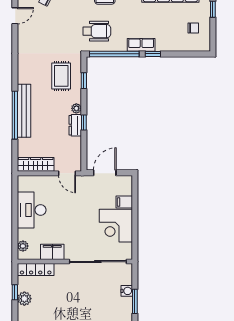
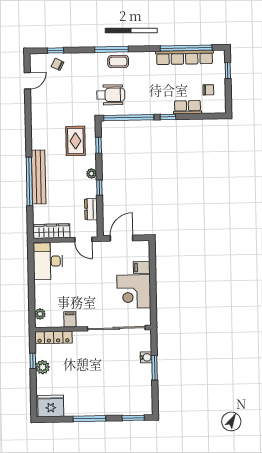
row of seats: (141, 45) -> (187, 107), moved
dresser: (75, 125) -> (91, 209), moved
desk: (32, 210) -> (48, 261), moved
filing cabinet: (52, 252) -> (70, 319), width x0.50

